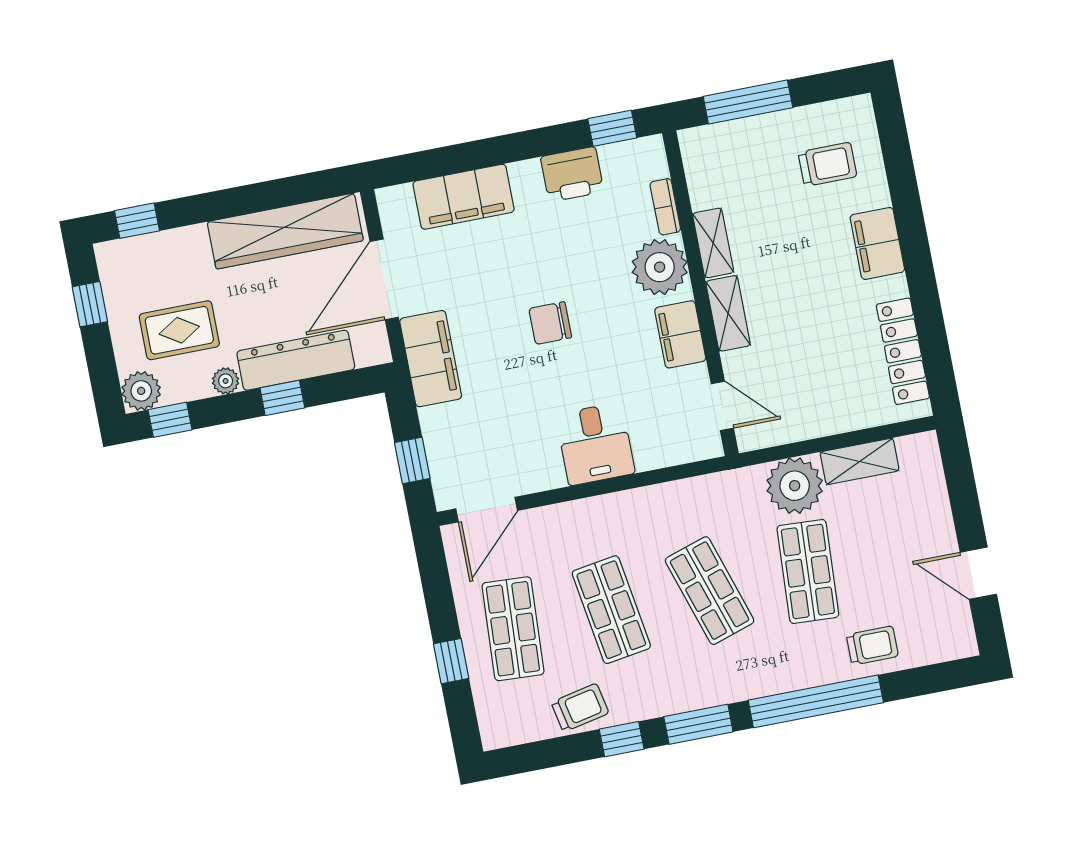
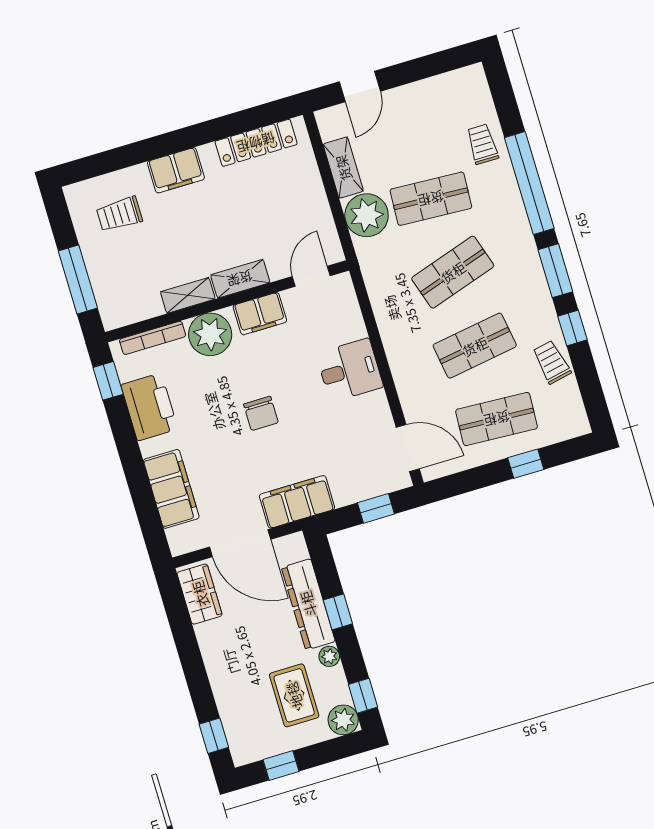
trolley: (827, 164) -> (119, 214), turned -90
printer: (572, 174) -> (149, 407), width x1.37, depth x1.19
bookcase: (665, 207) -> (153, 338), width x1.56
wardrobe: (285, 231) -> (200, 594), width x0.48, depth x0.85
door: (978, 573) -> (360, 87), moved

